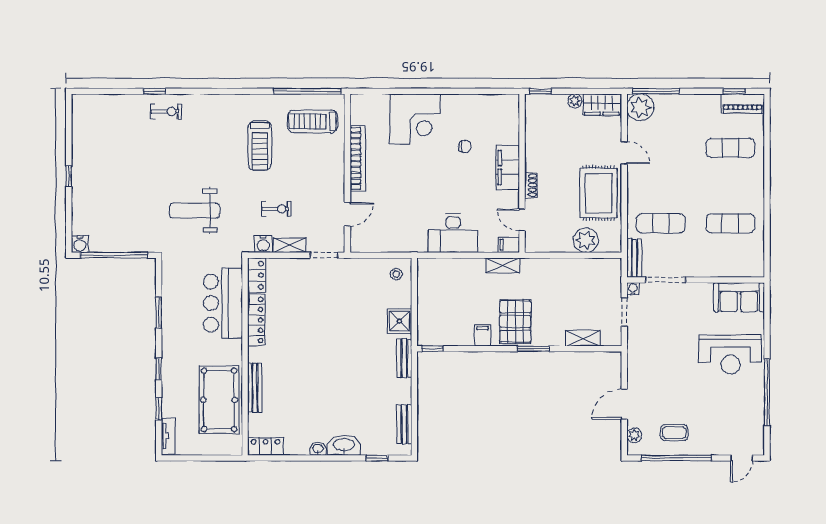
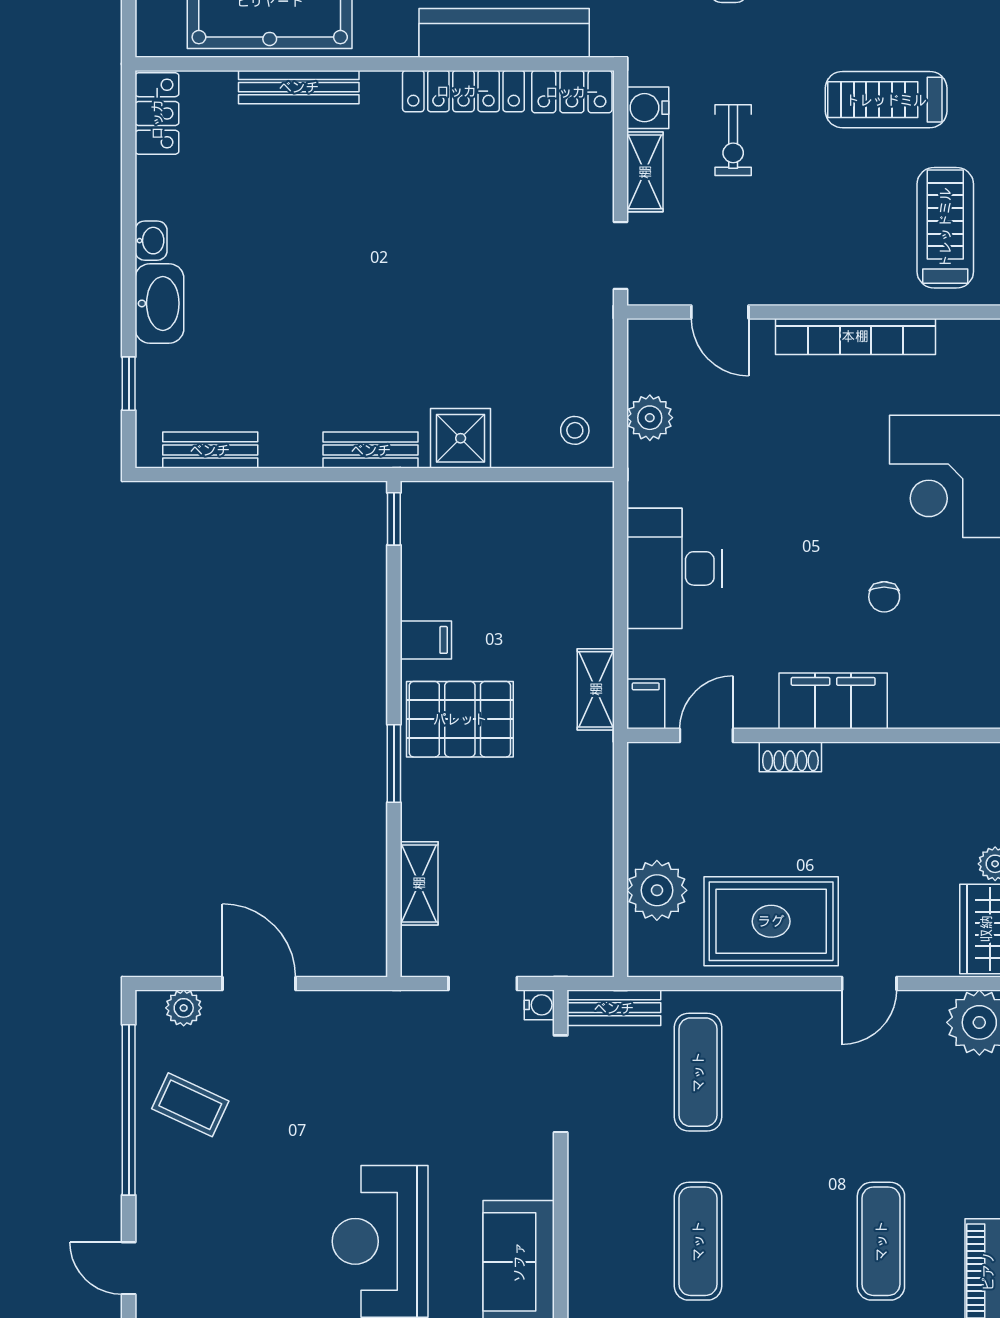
plant: (391, 243) -> (650, 418), added
coffee table: (674, 433) -> (190, 1105), turned -65

